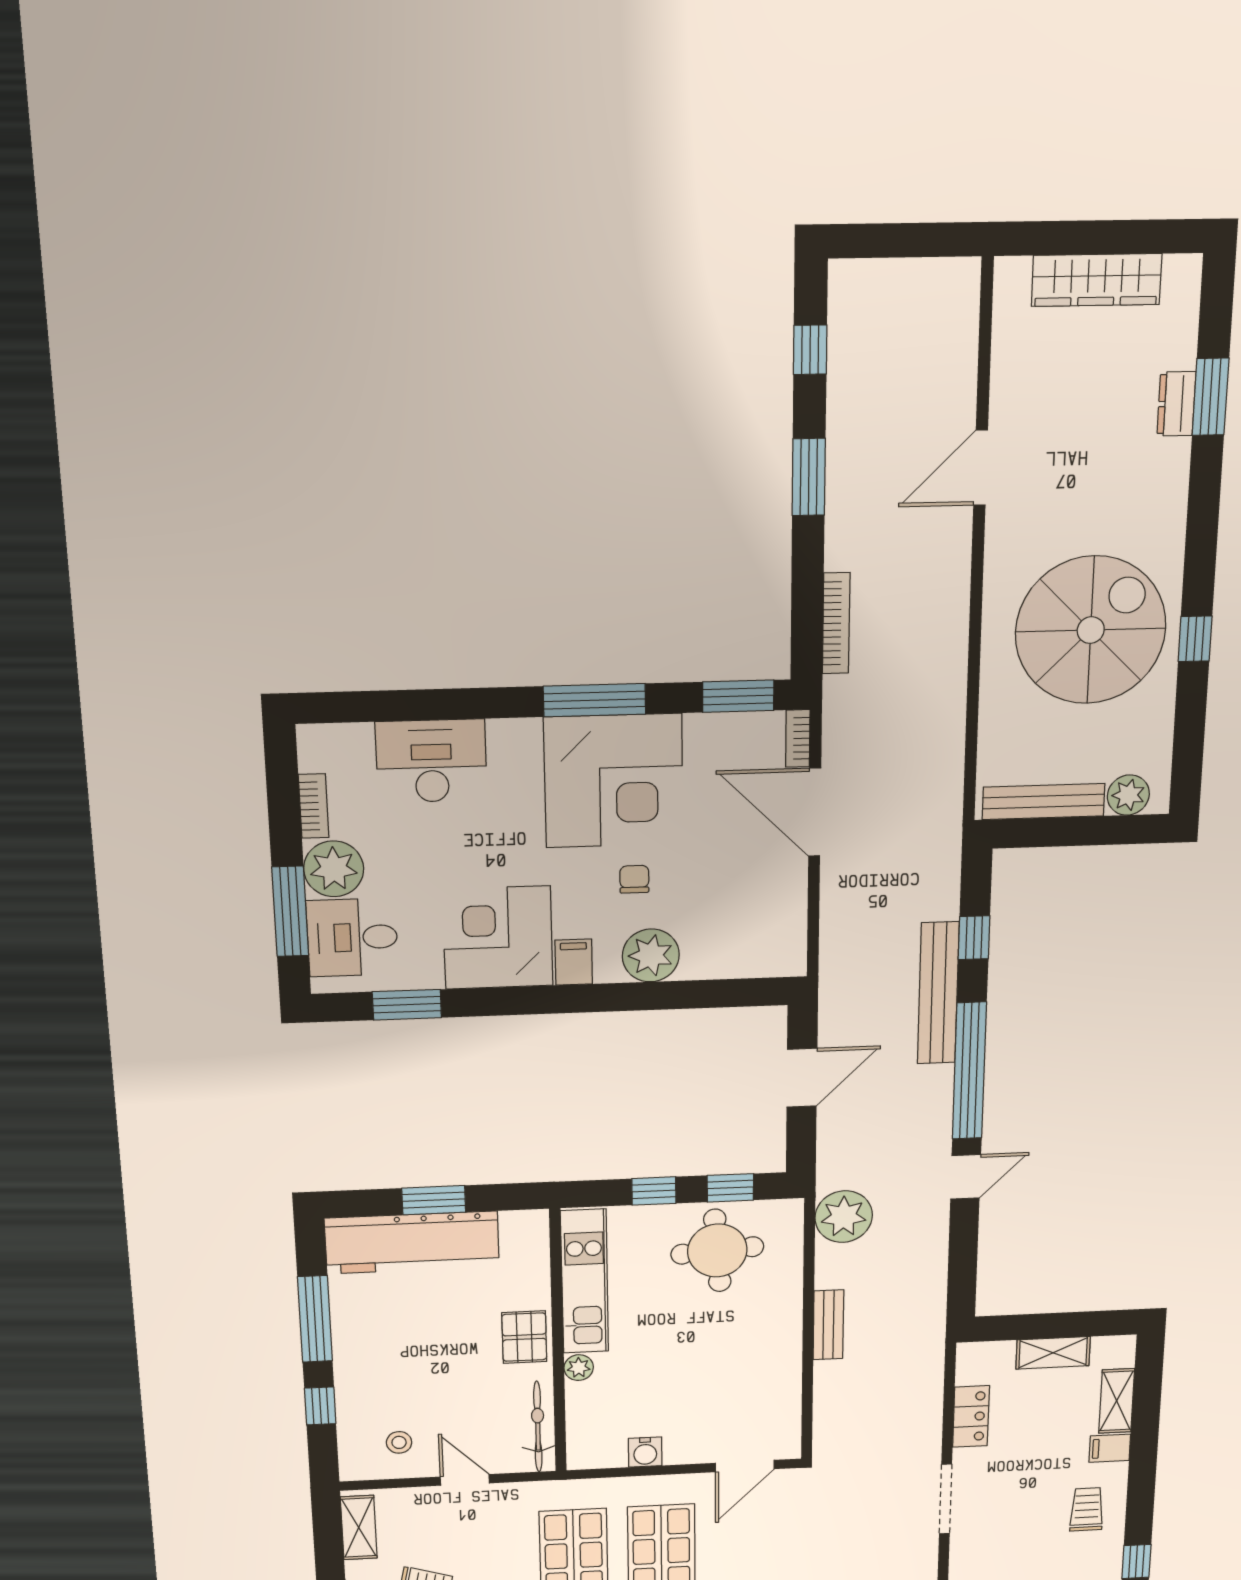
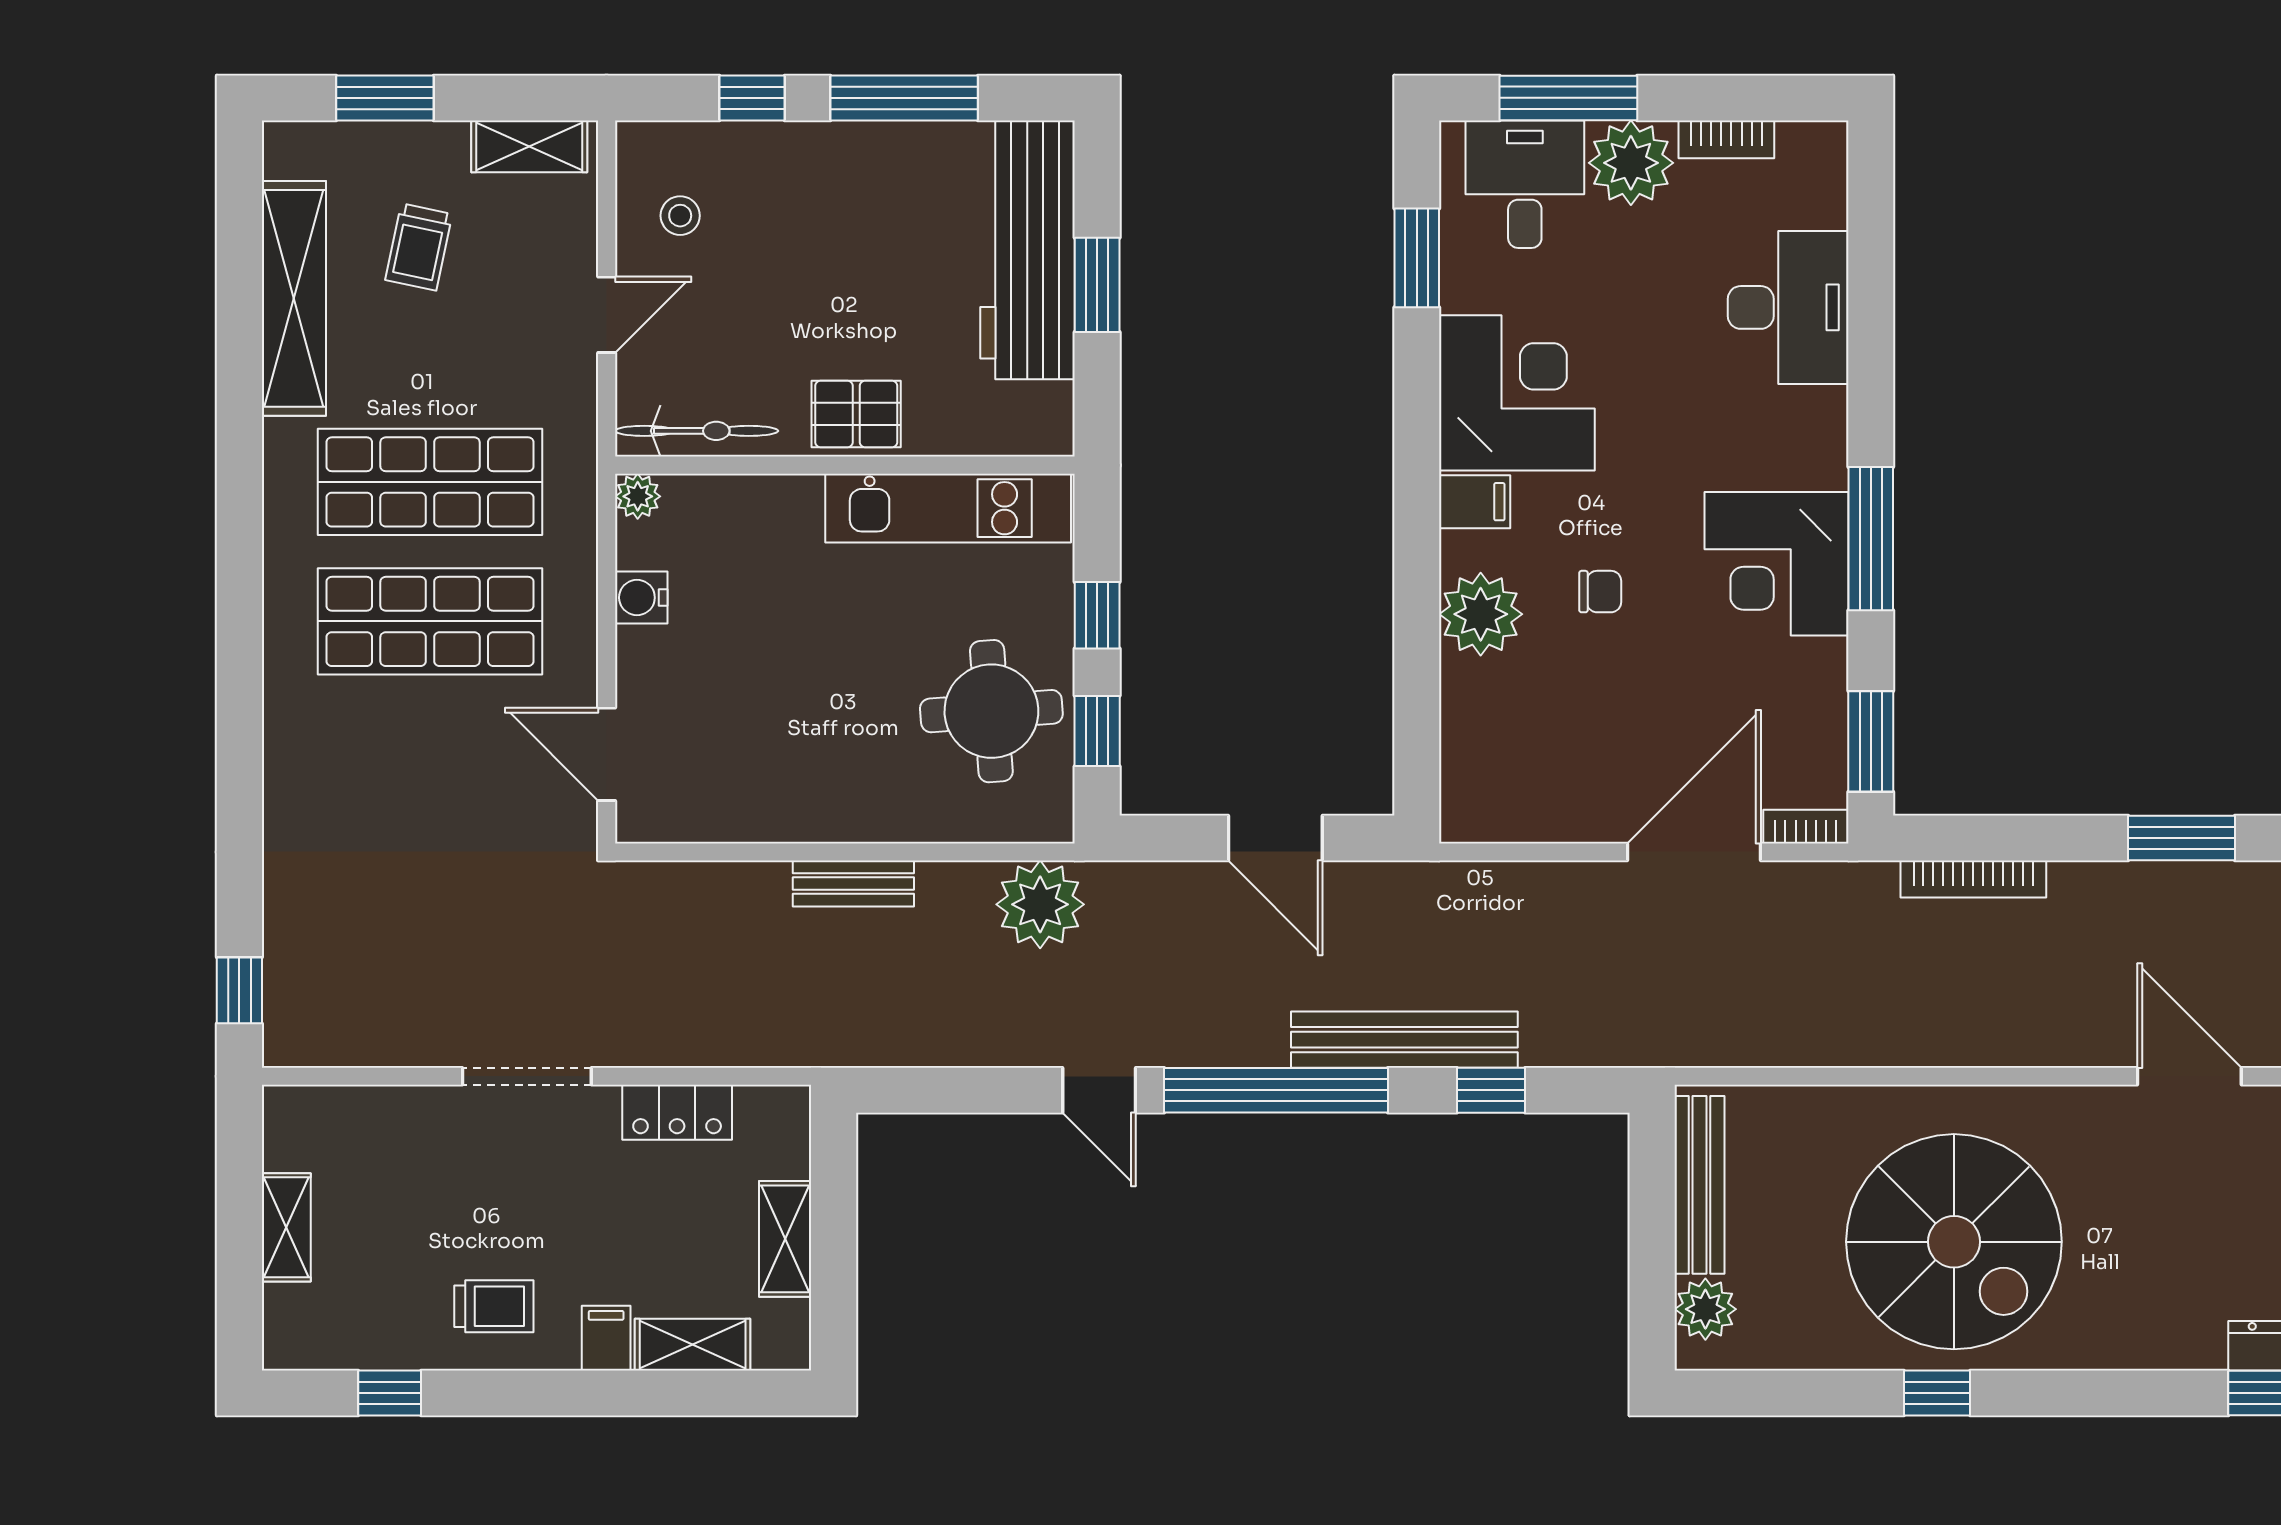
corner desk: (614, 781) -> (1777, 564), width x0.74, depth x0.74
plant: (579, 1368) -> (638, 496), moved

